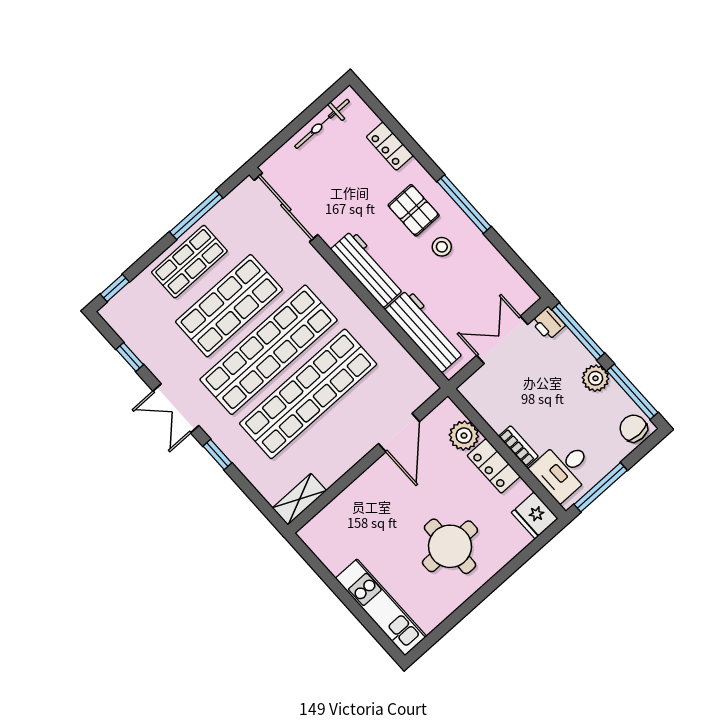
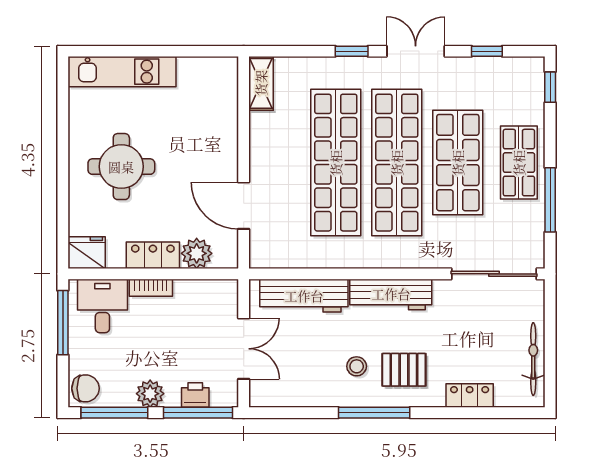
printer: (548, 324) -> (195, 395), moved

